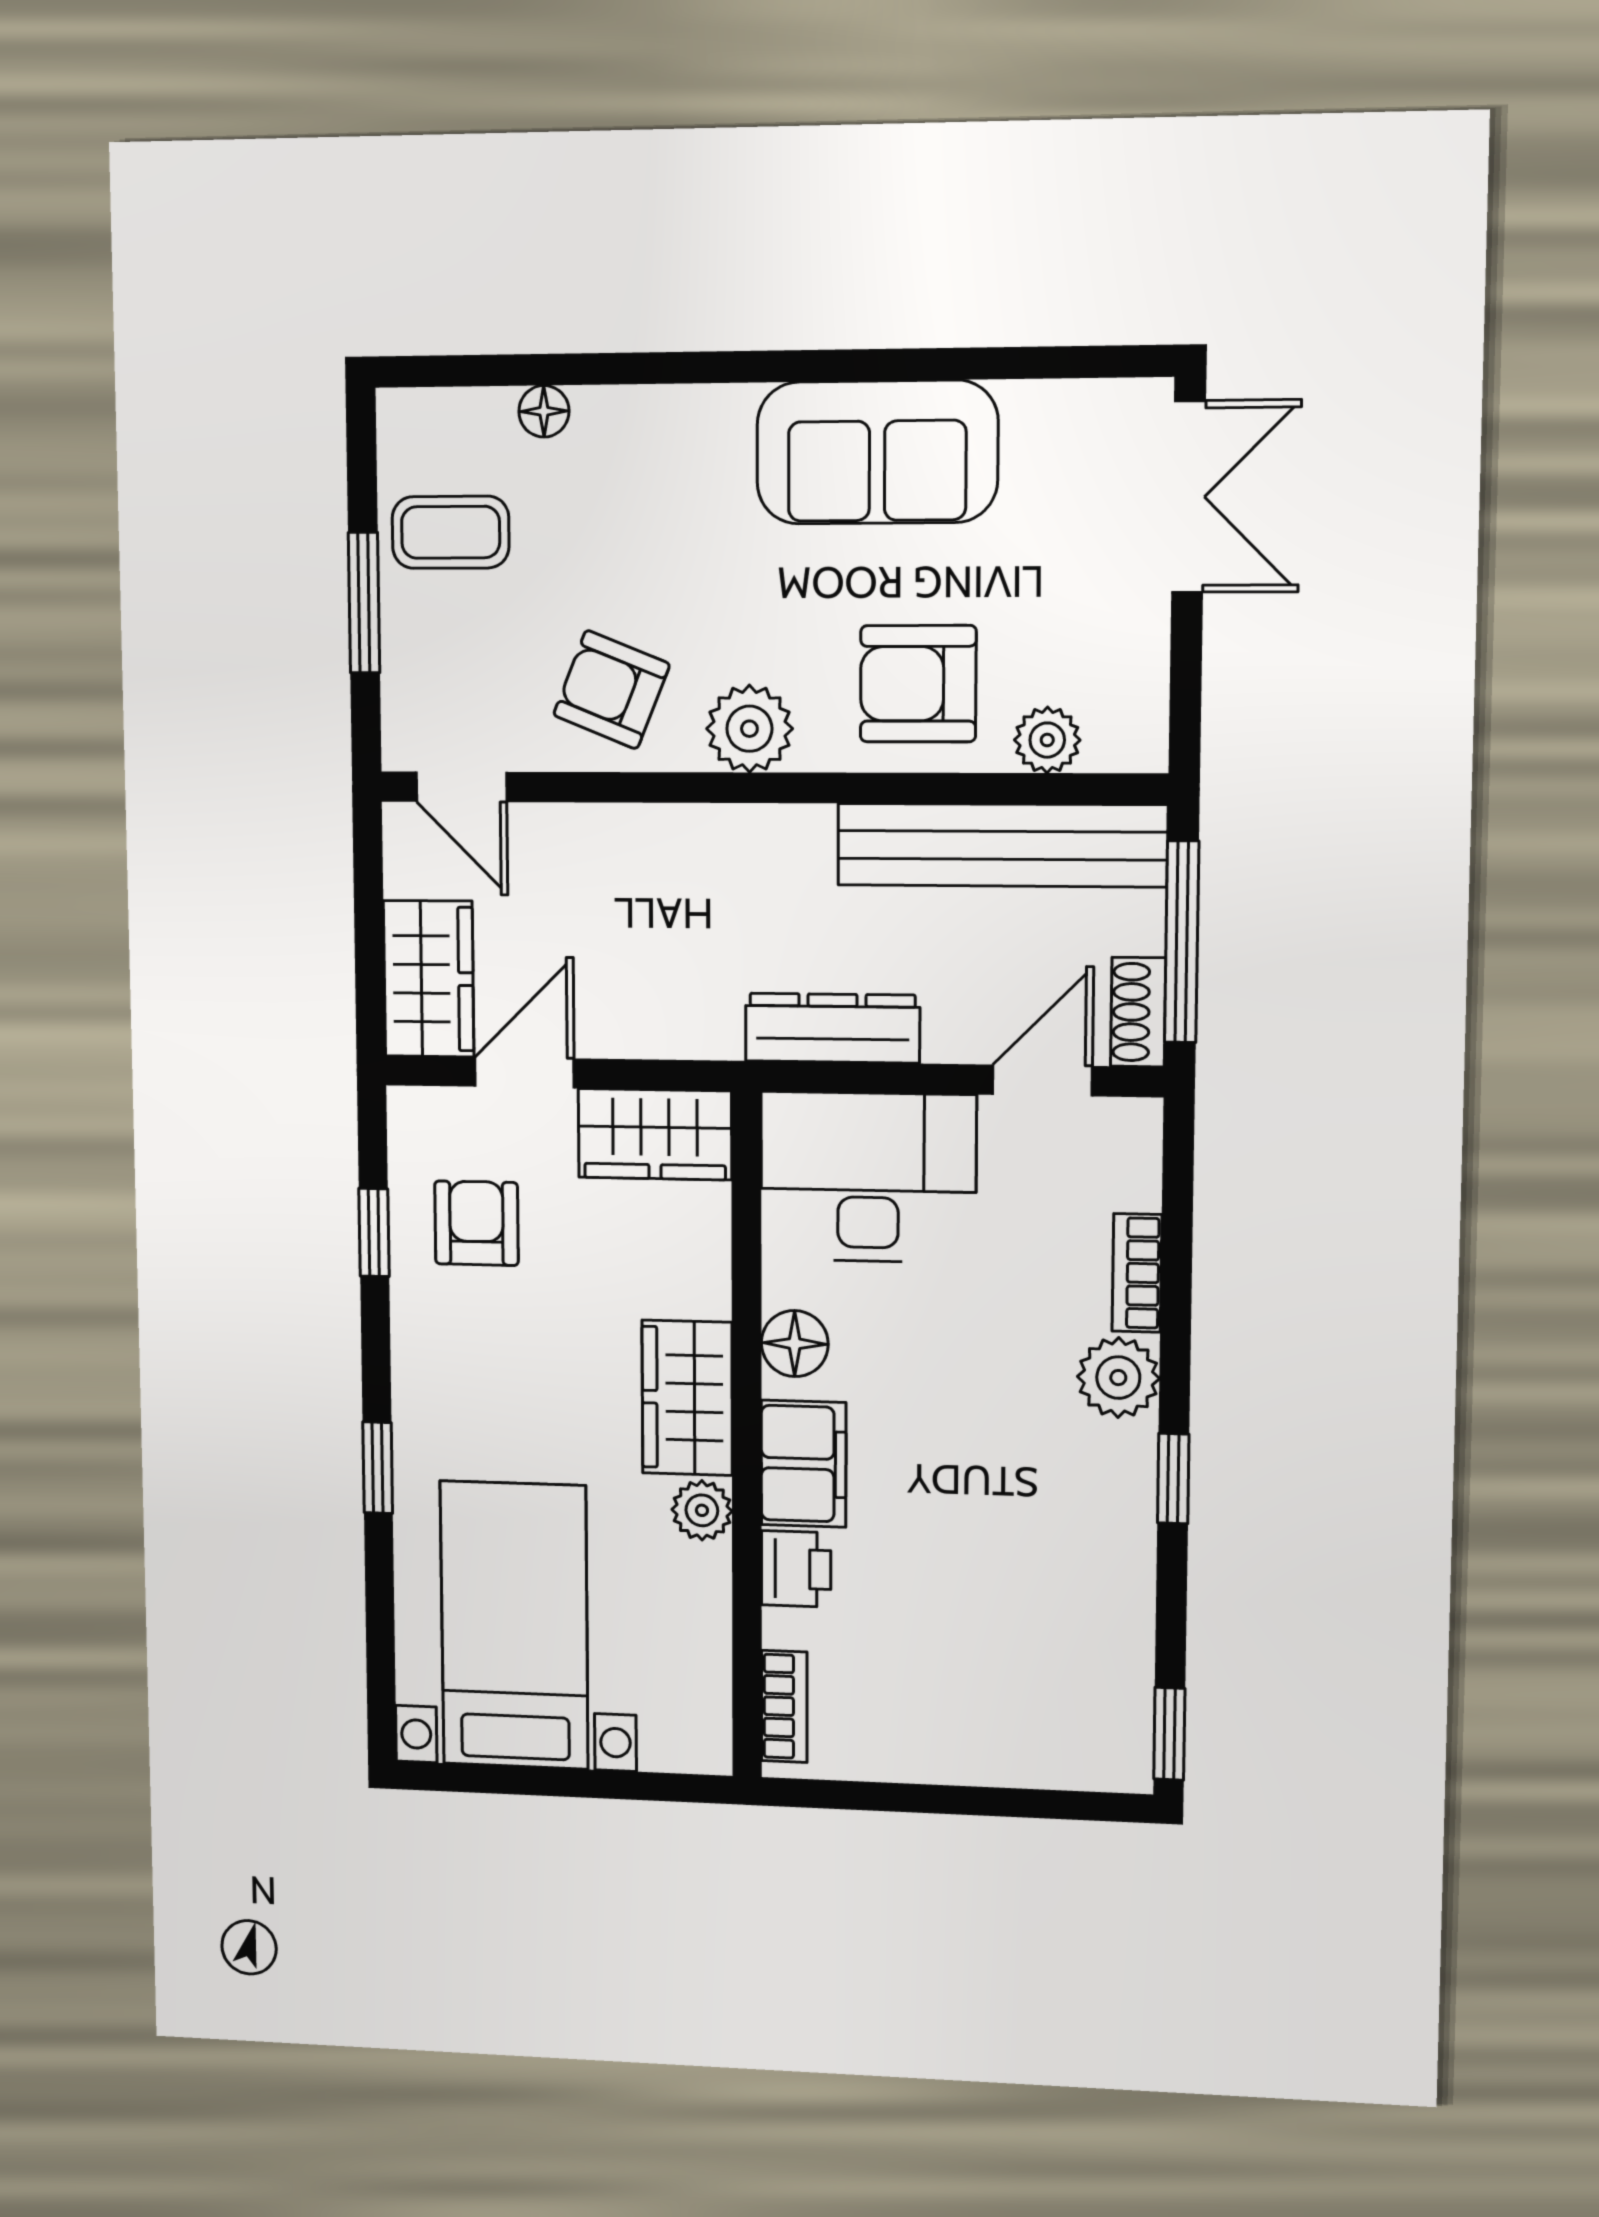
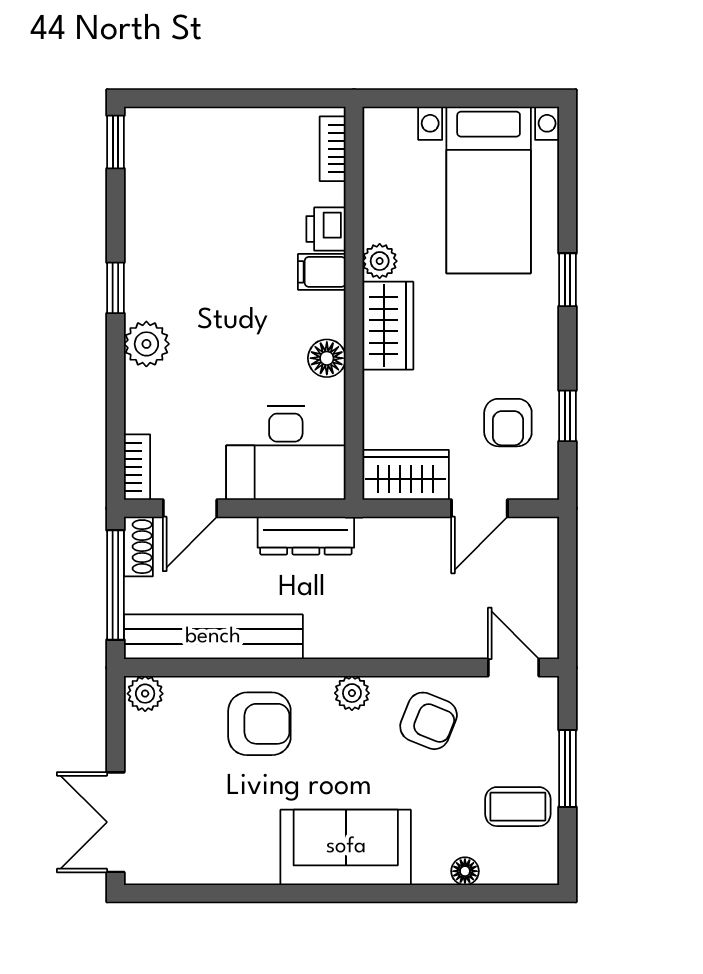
sofa: (877, 452) -> (346, 847), moved
plant: (749, 729) -> (352, 693), width x0.73, depth x0.73
plant: (1047, 740) -> (145, 694), moved
wardrobe: (429, 979) -> (534, 560), removed
bookcase: (1137, 1273) -> (137, 467), moved
filing cabinet: (804, 1464) -> (322, 272), width x0.50

